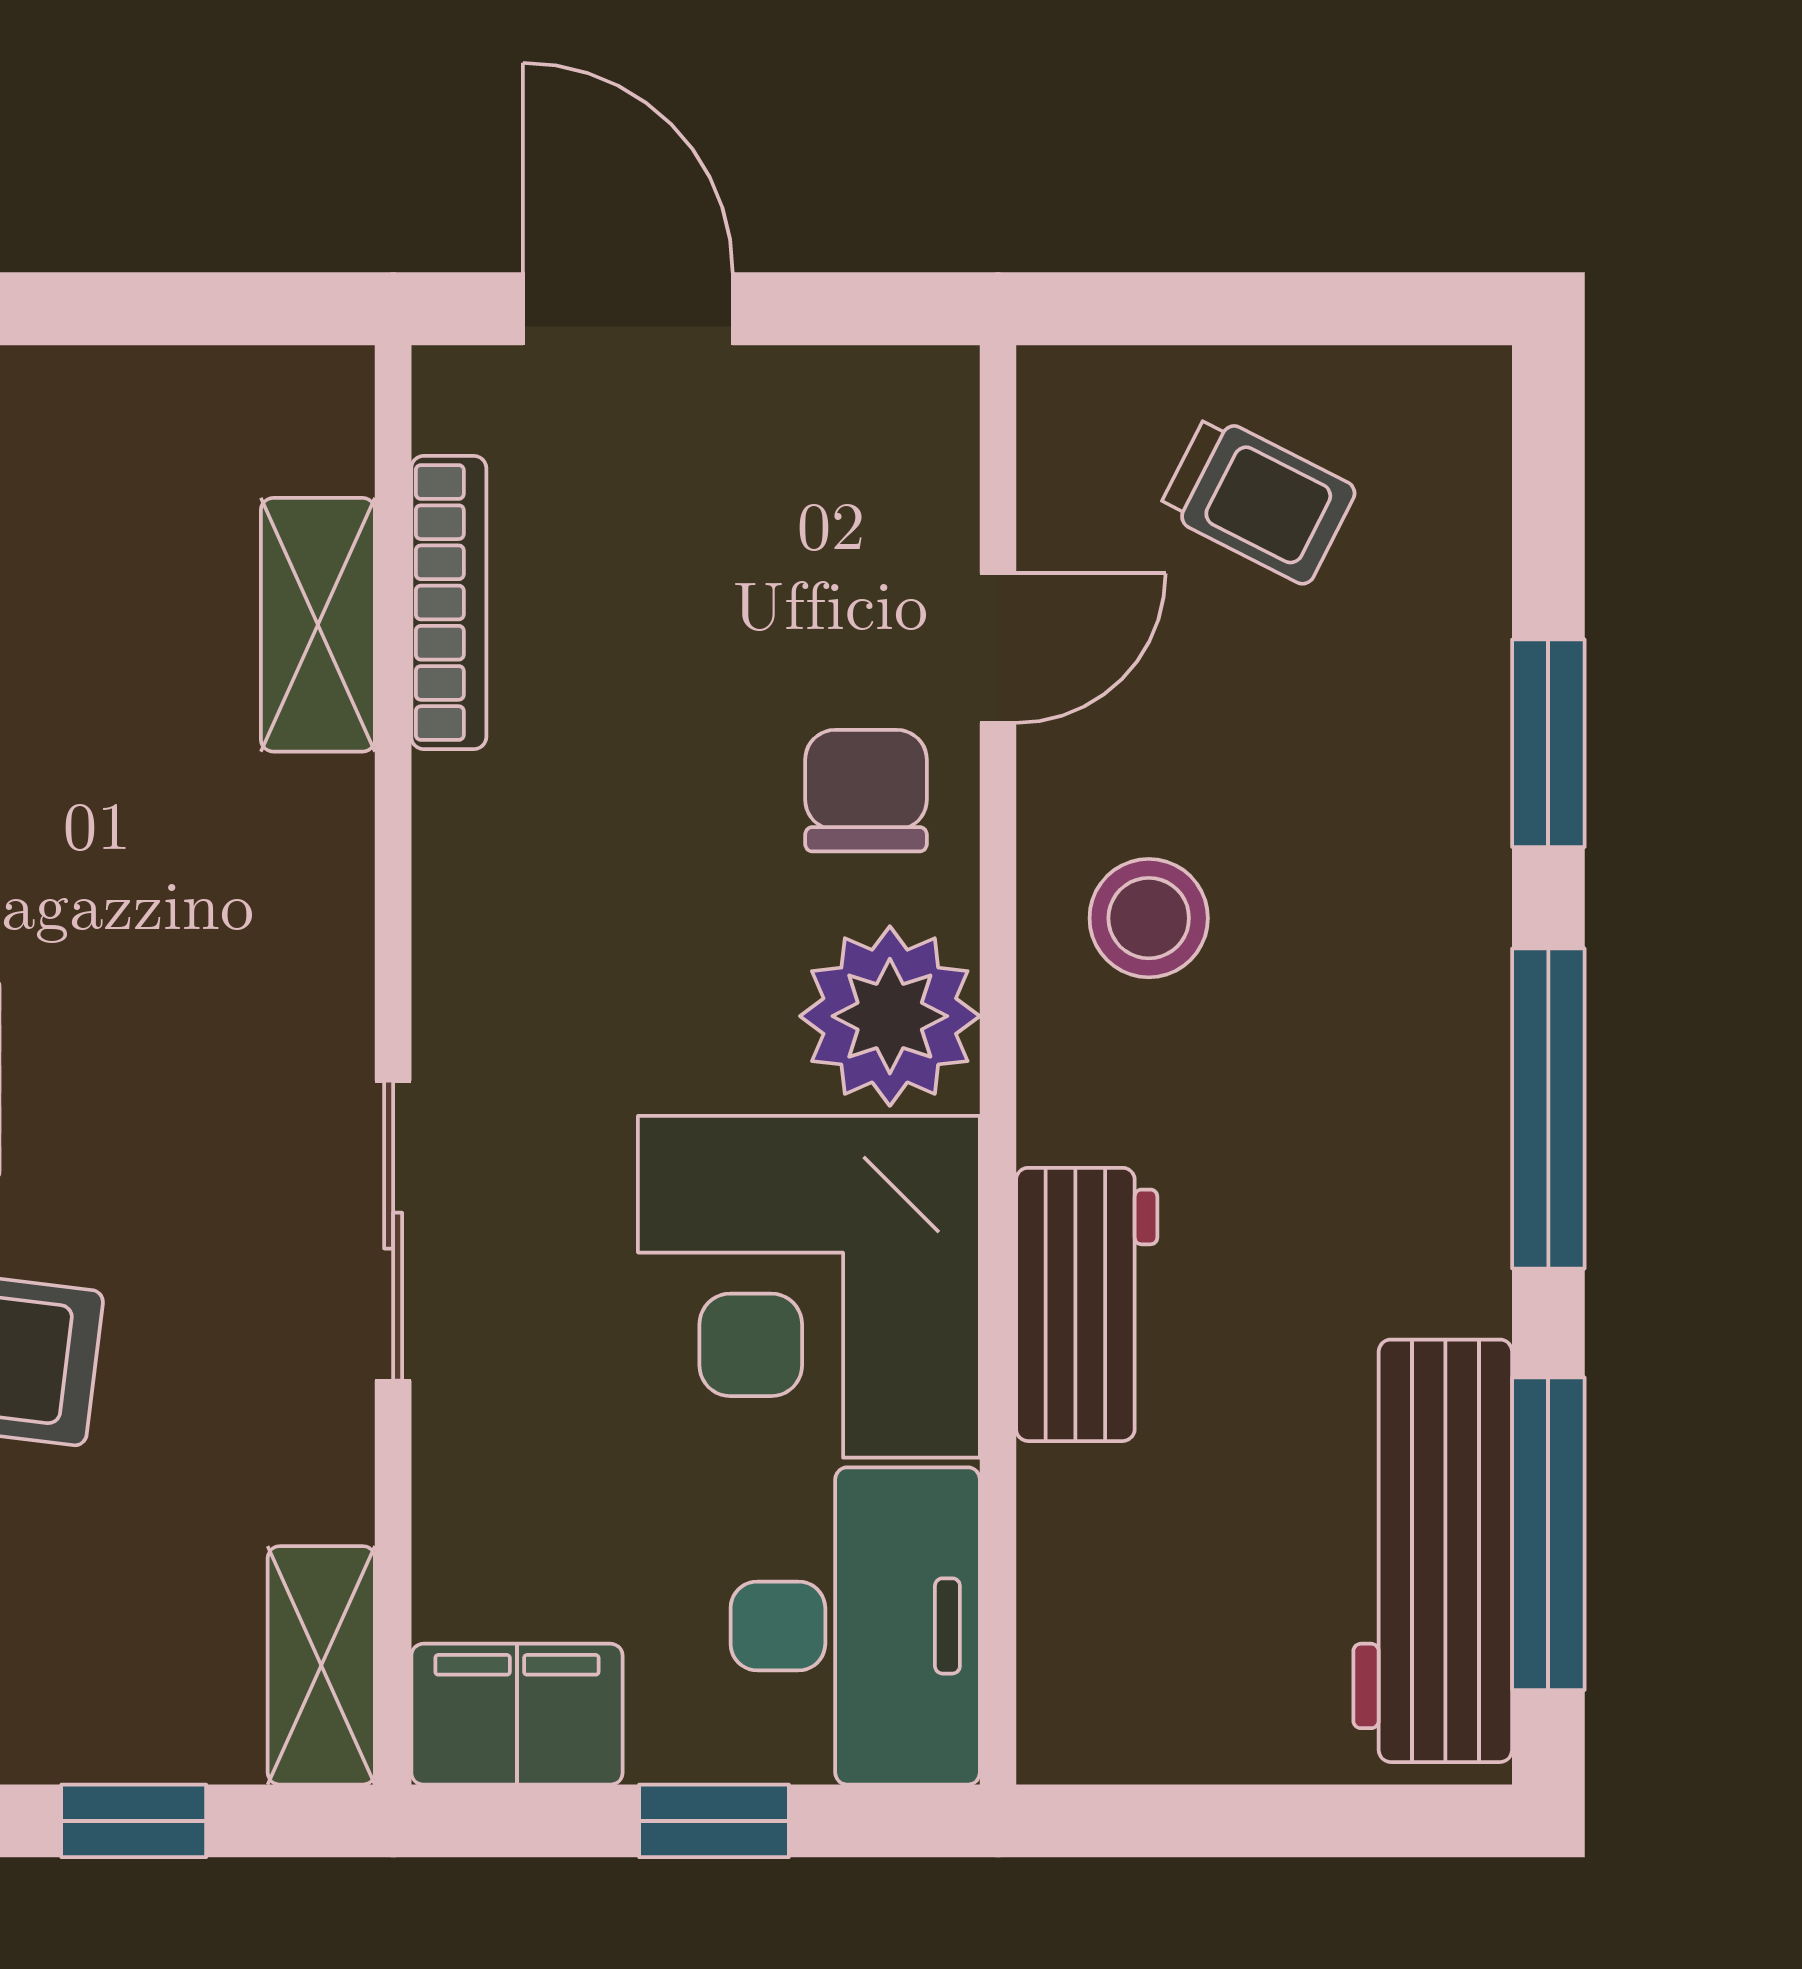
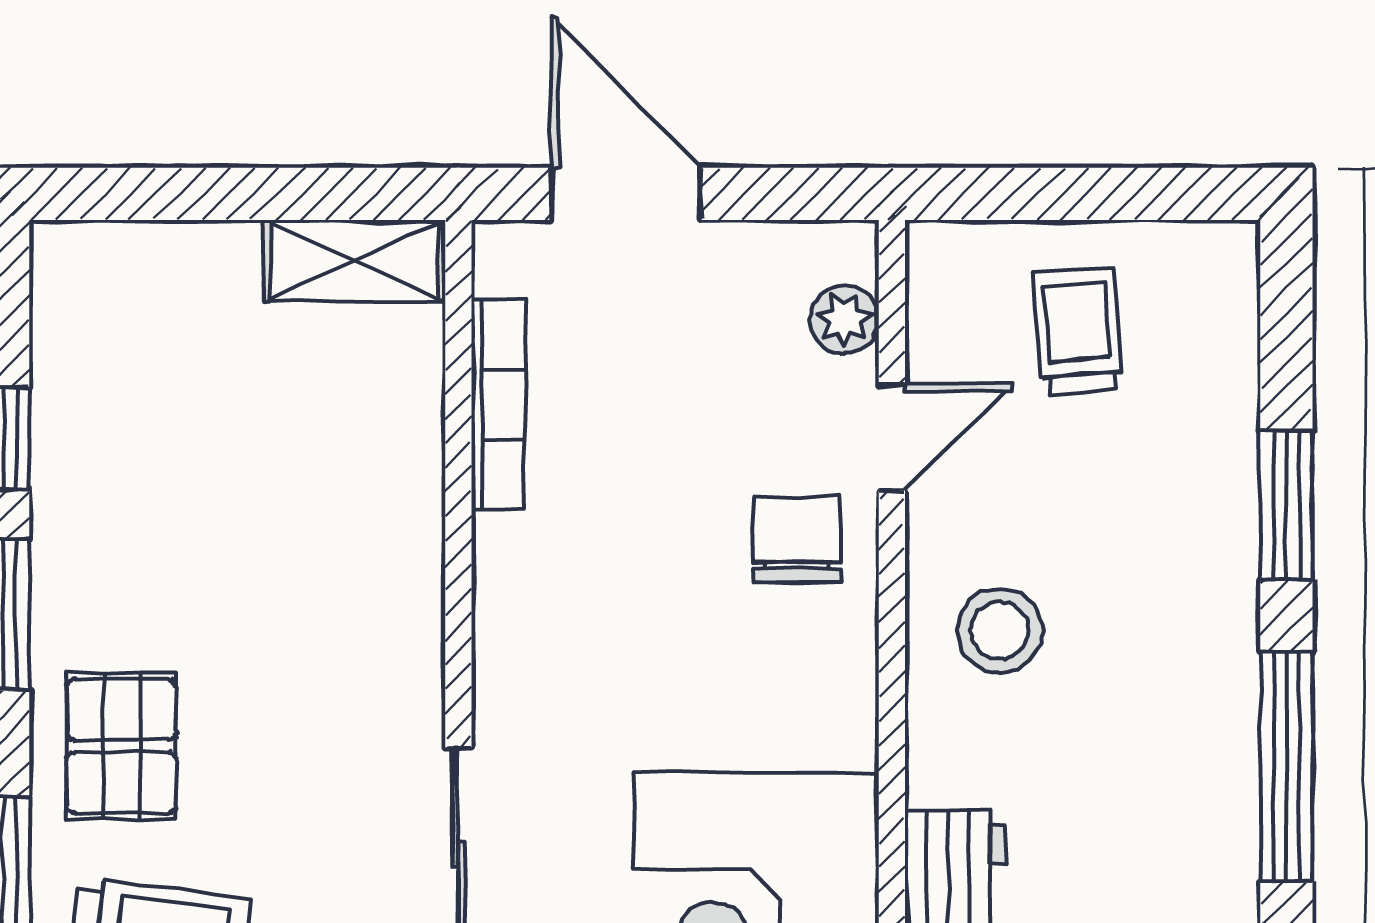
trolley: (1258, 499) -> (1078, 331), turned -122
shelving: (318, 625) -> (355, 261), moved, turned 90
plant: (890, 1016) -> (845, 320), moved, width x0.53, depth x0.53

